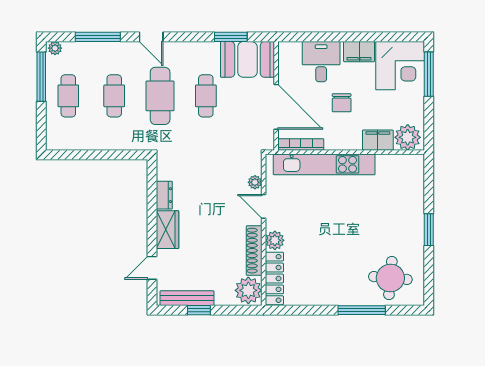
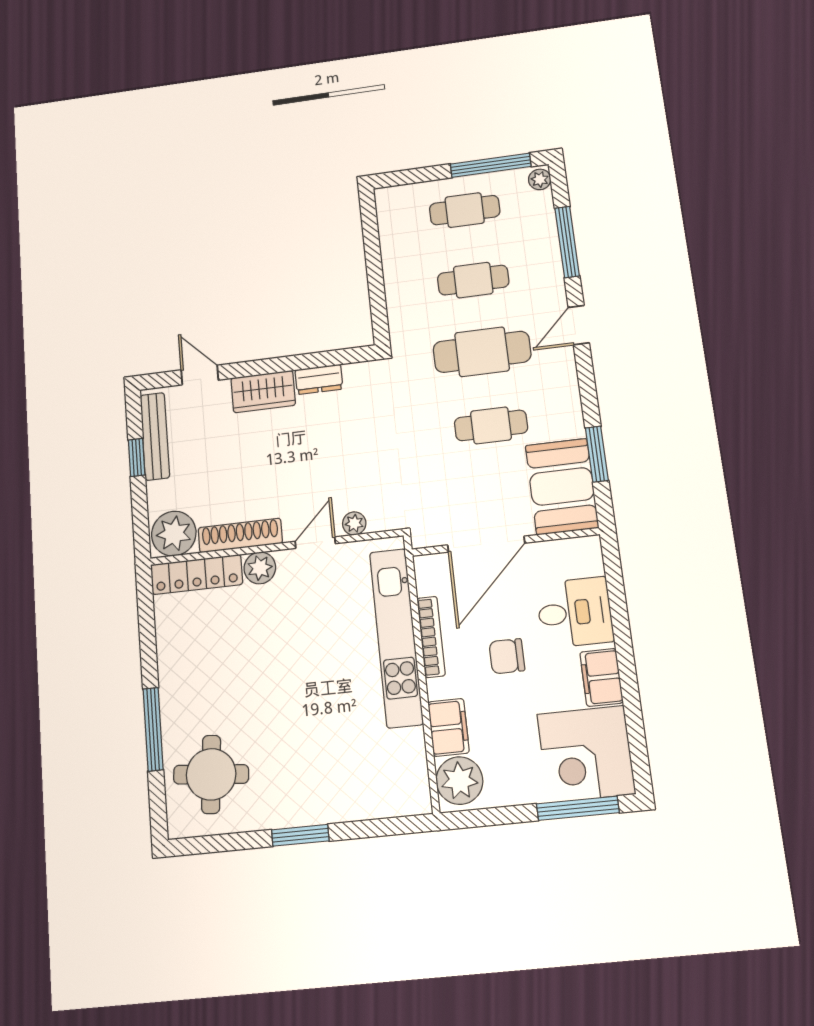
bookcase: (301, 144) -> (431, 637), moved

